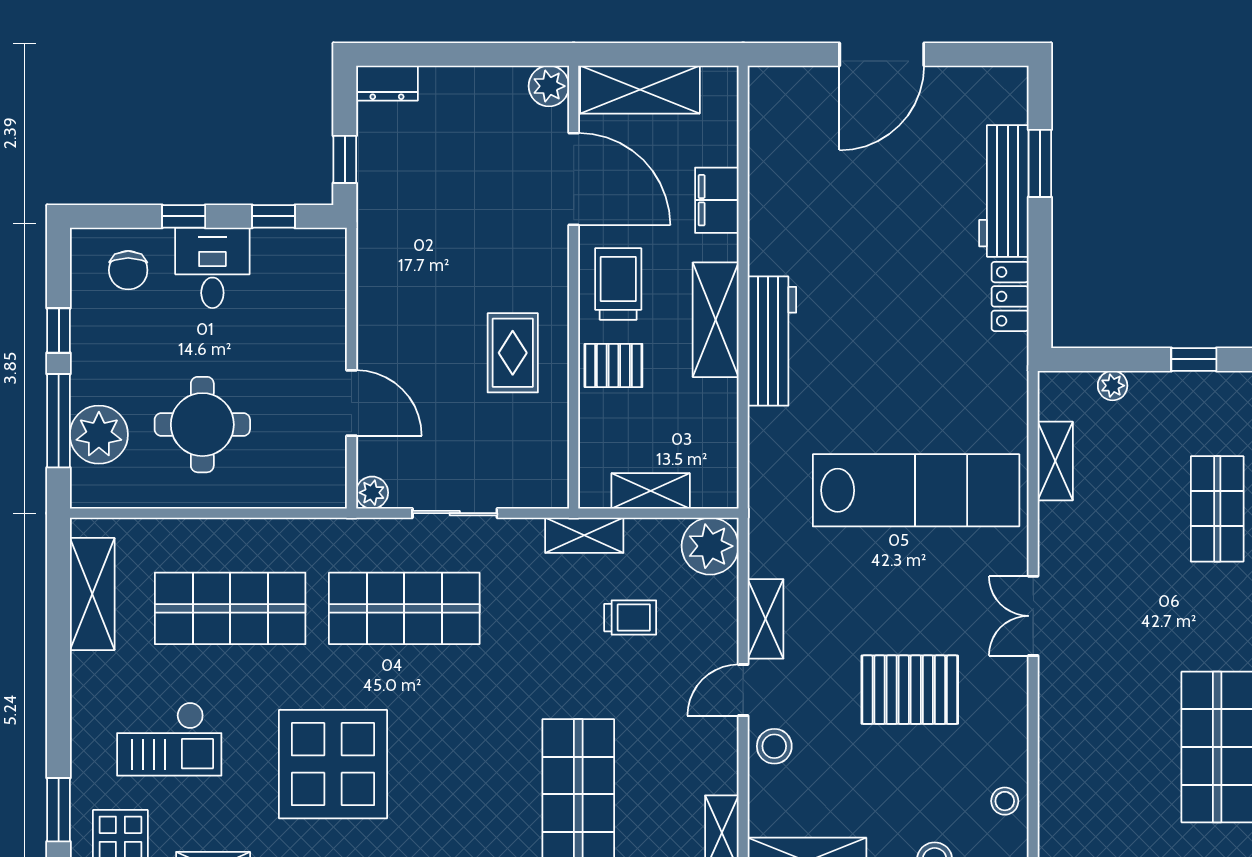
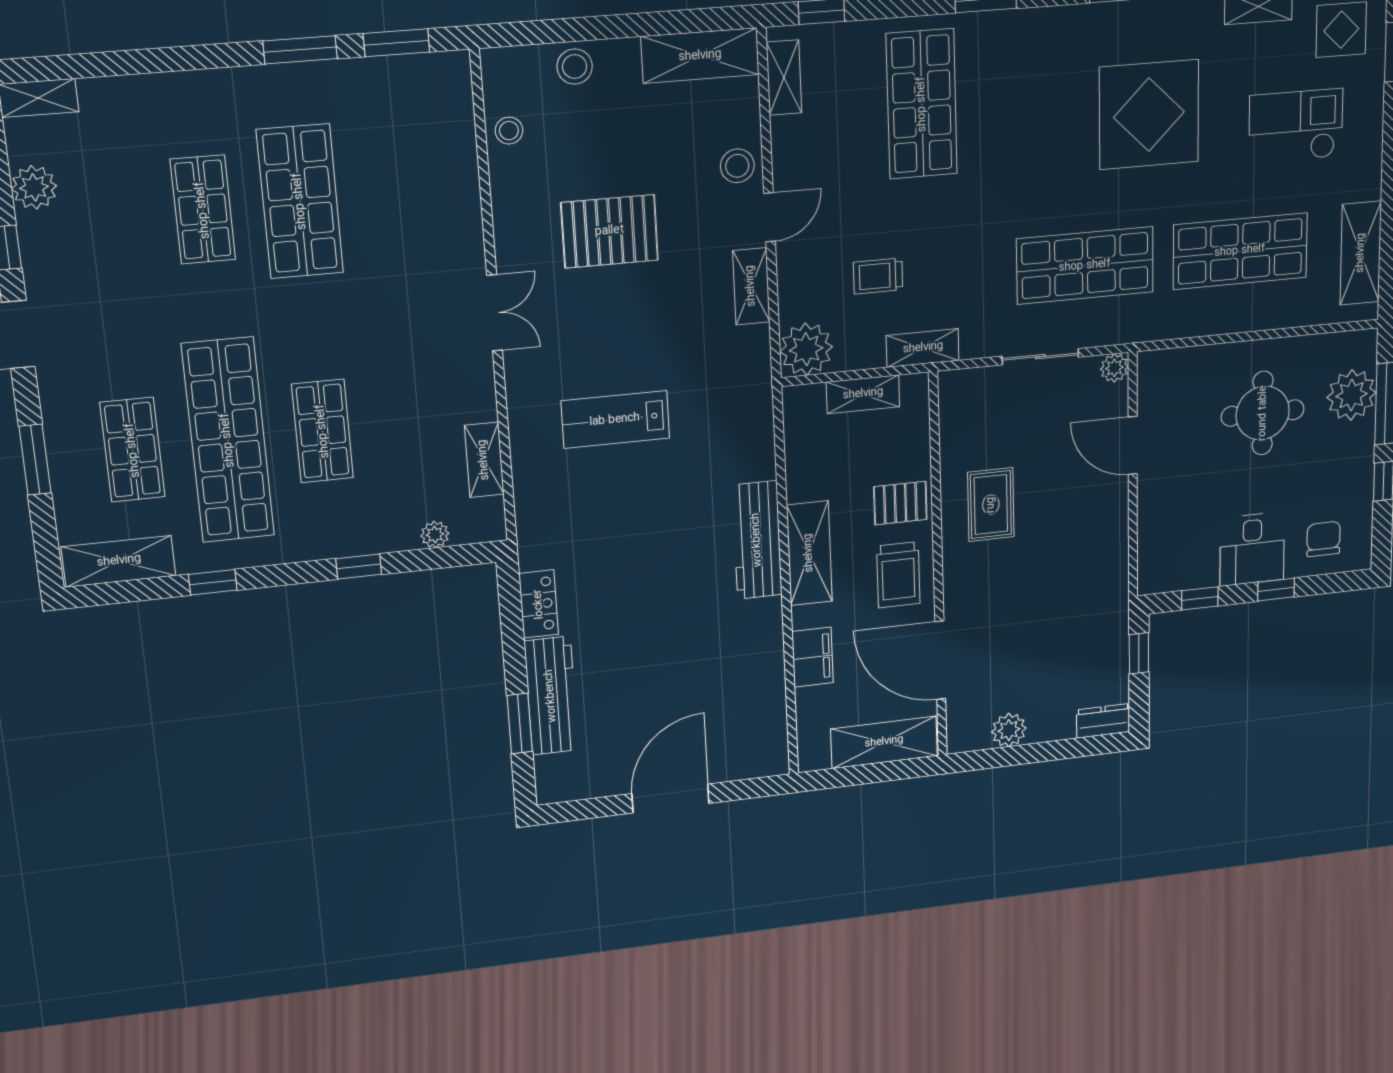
plant: (549, 86) -> (1009, 730), moved
lab bench: (916, 490) -> (615, 420), width x0.54, depth x0.72

